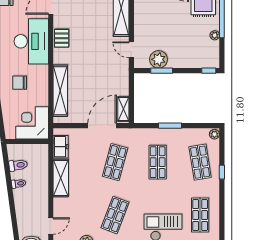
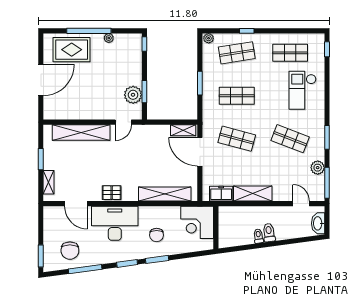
toilet: (18, 165) -> (269, 233), moved

